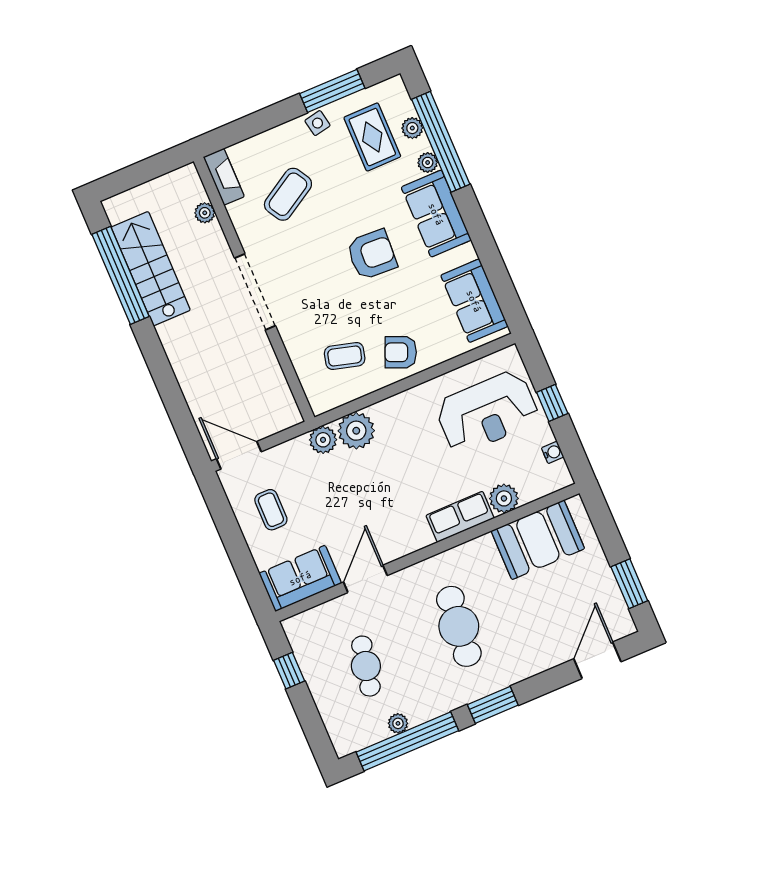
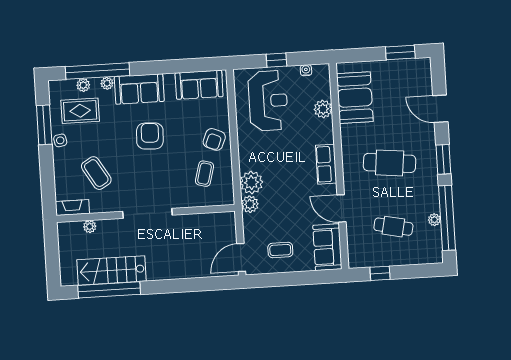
row of seats: (460, 517) -> (326, 164), moved
door: (597, 660) -> (440, 109), moved

